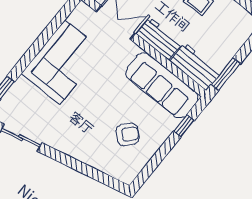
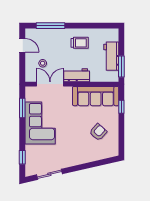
window: (55, 24) -> (22, 108), added
workbench: (196, 67) -> (111, 56), moved, turned -90

